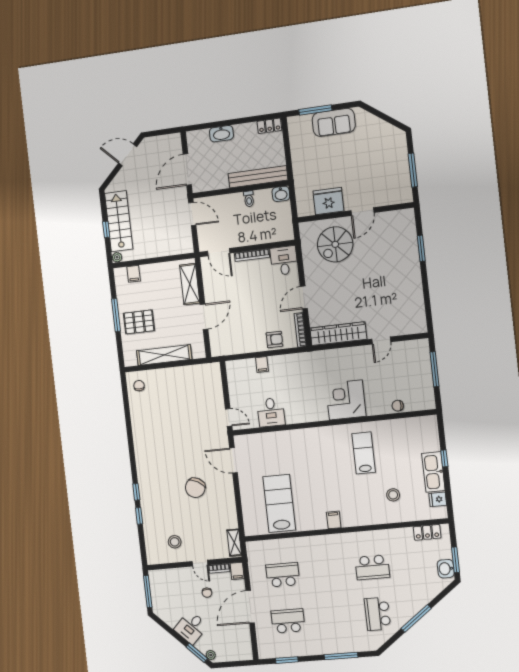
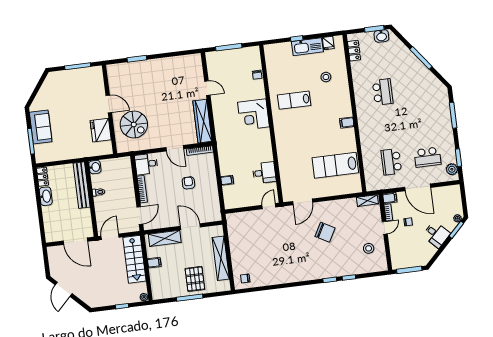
washbasin: (221, 134) -> (46, 196), moved
stairs: (119, 221) -> (134, 259), moved, turned -90
filing cabinet: (134, 274) -> (154, 263), moved
armchair: (274, 340) -> (188, 183), moved
school desk: (378, 614) -> (419, 87), removed
school desk: (288, 621) -> (428, 157), turned -90
plant: (272, 651) -> (452, 169), added

